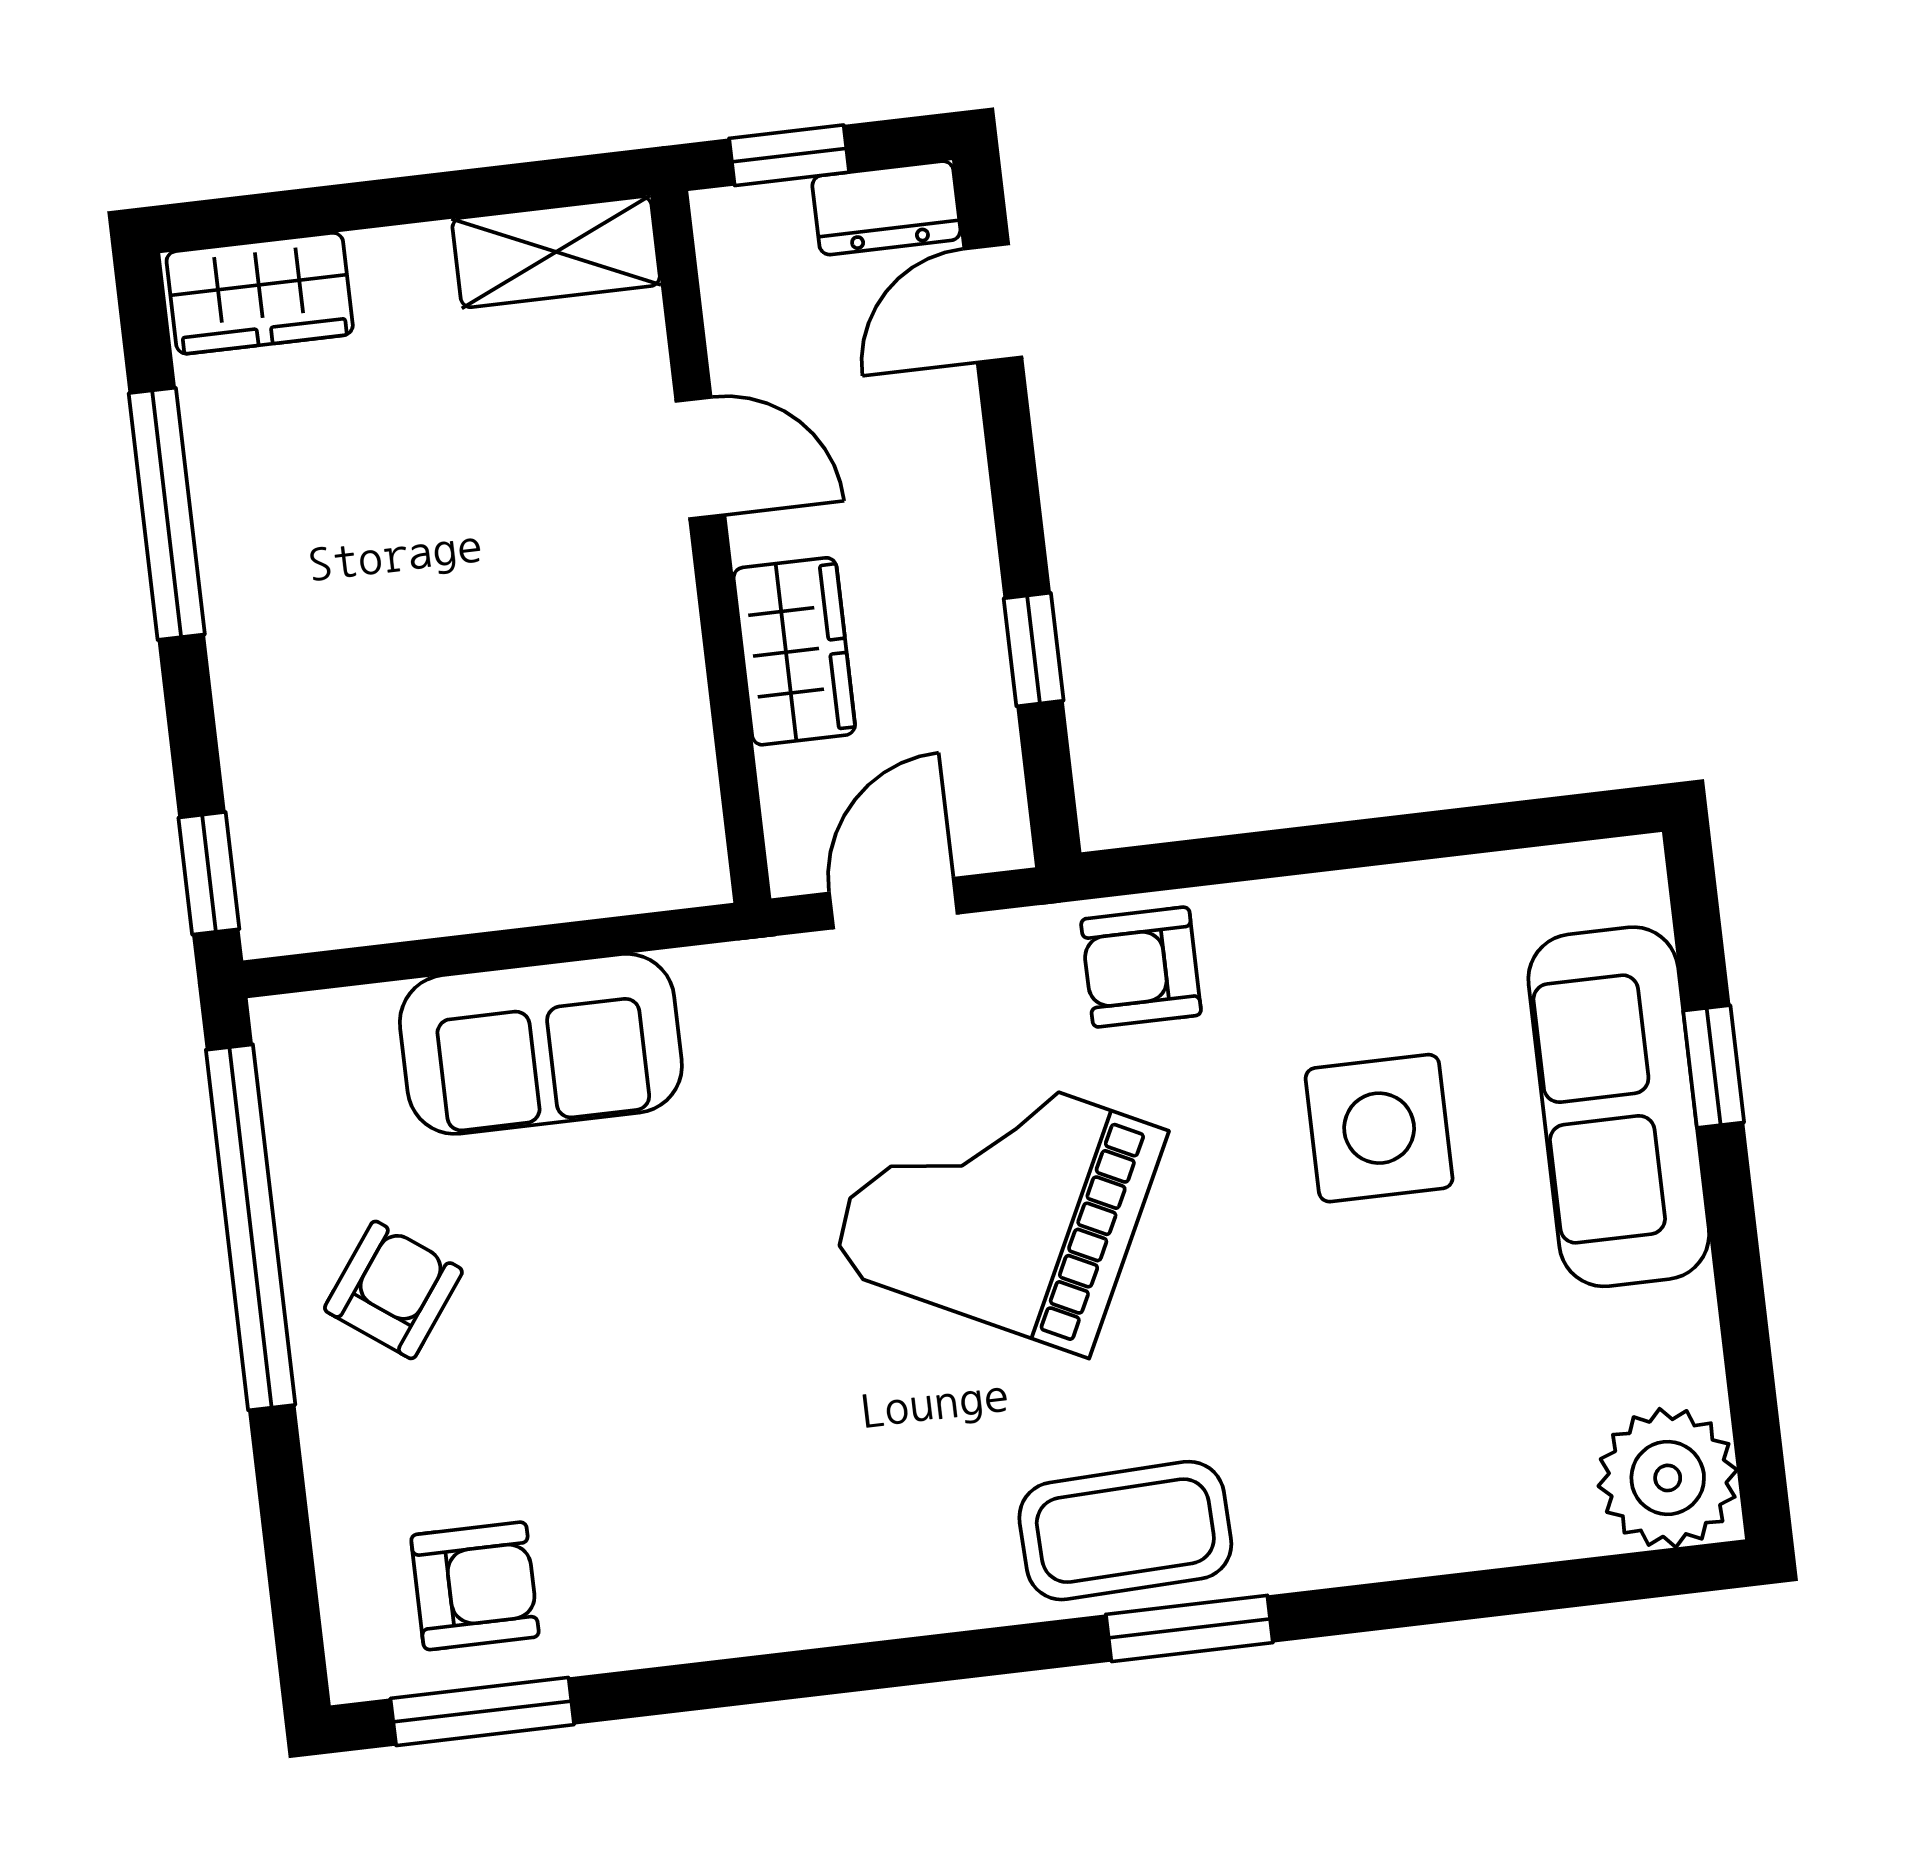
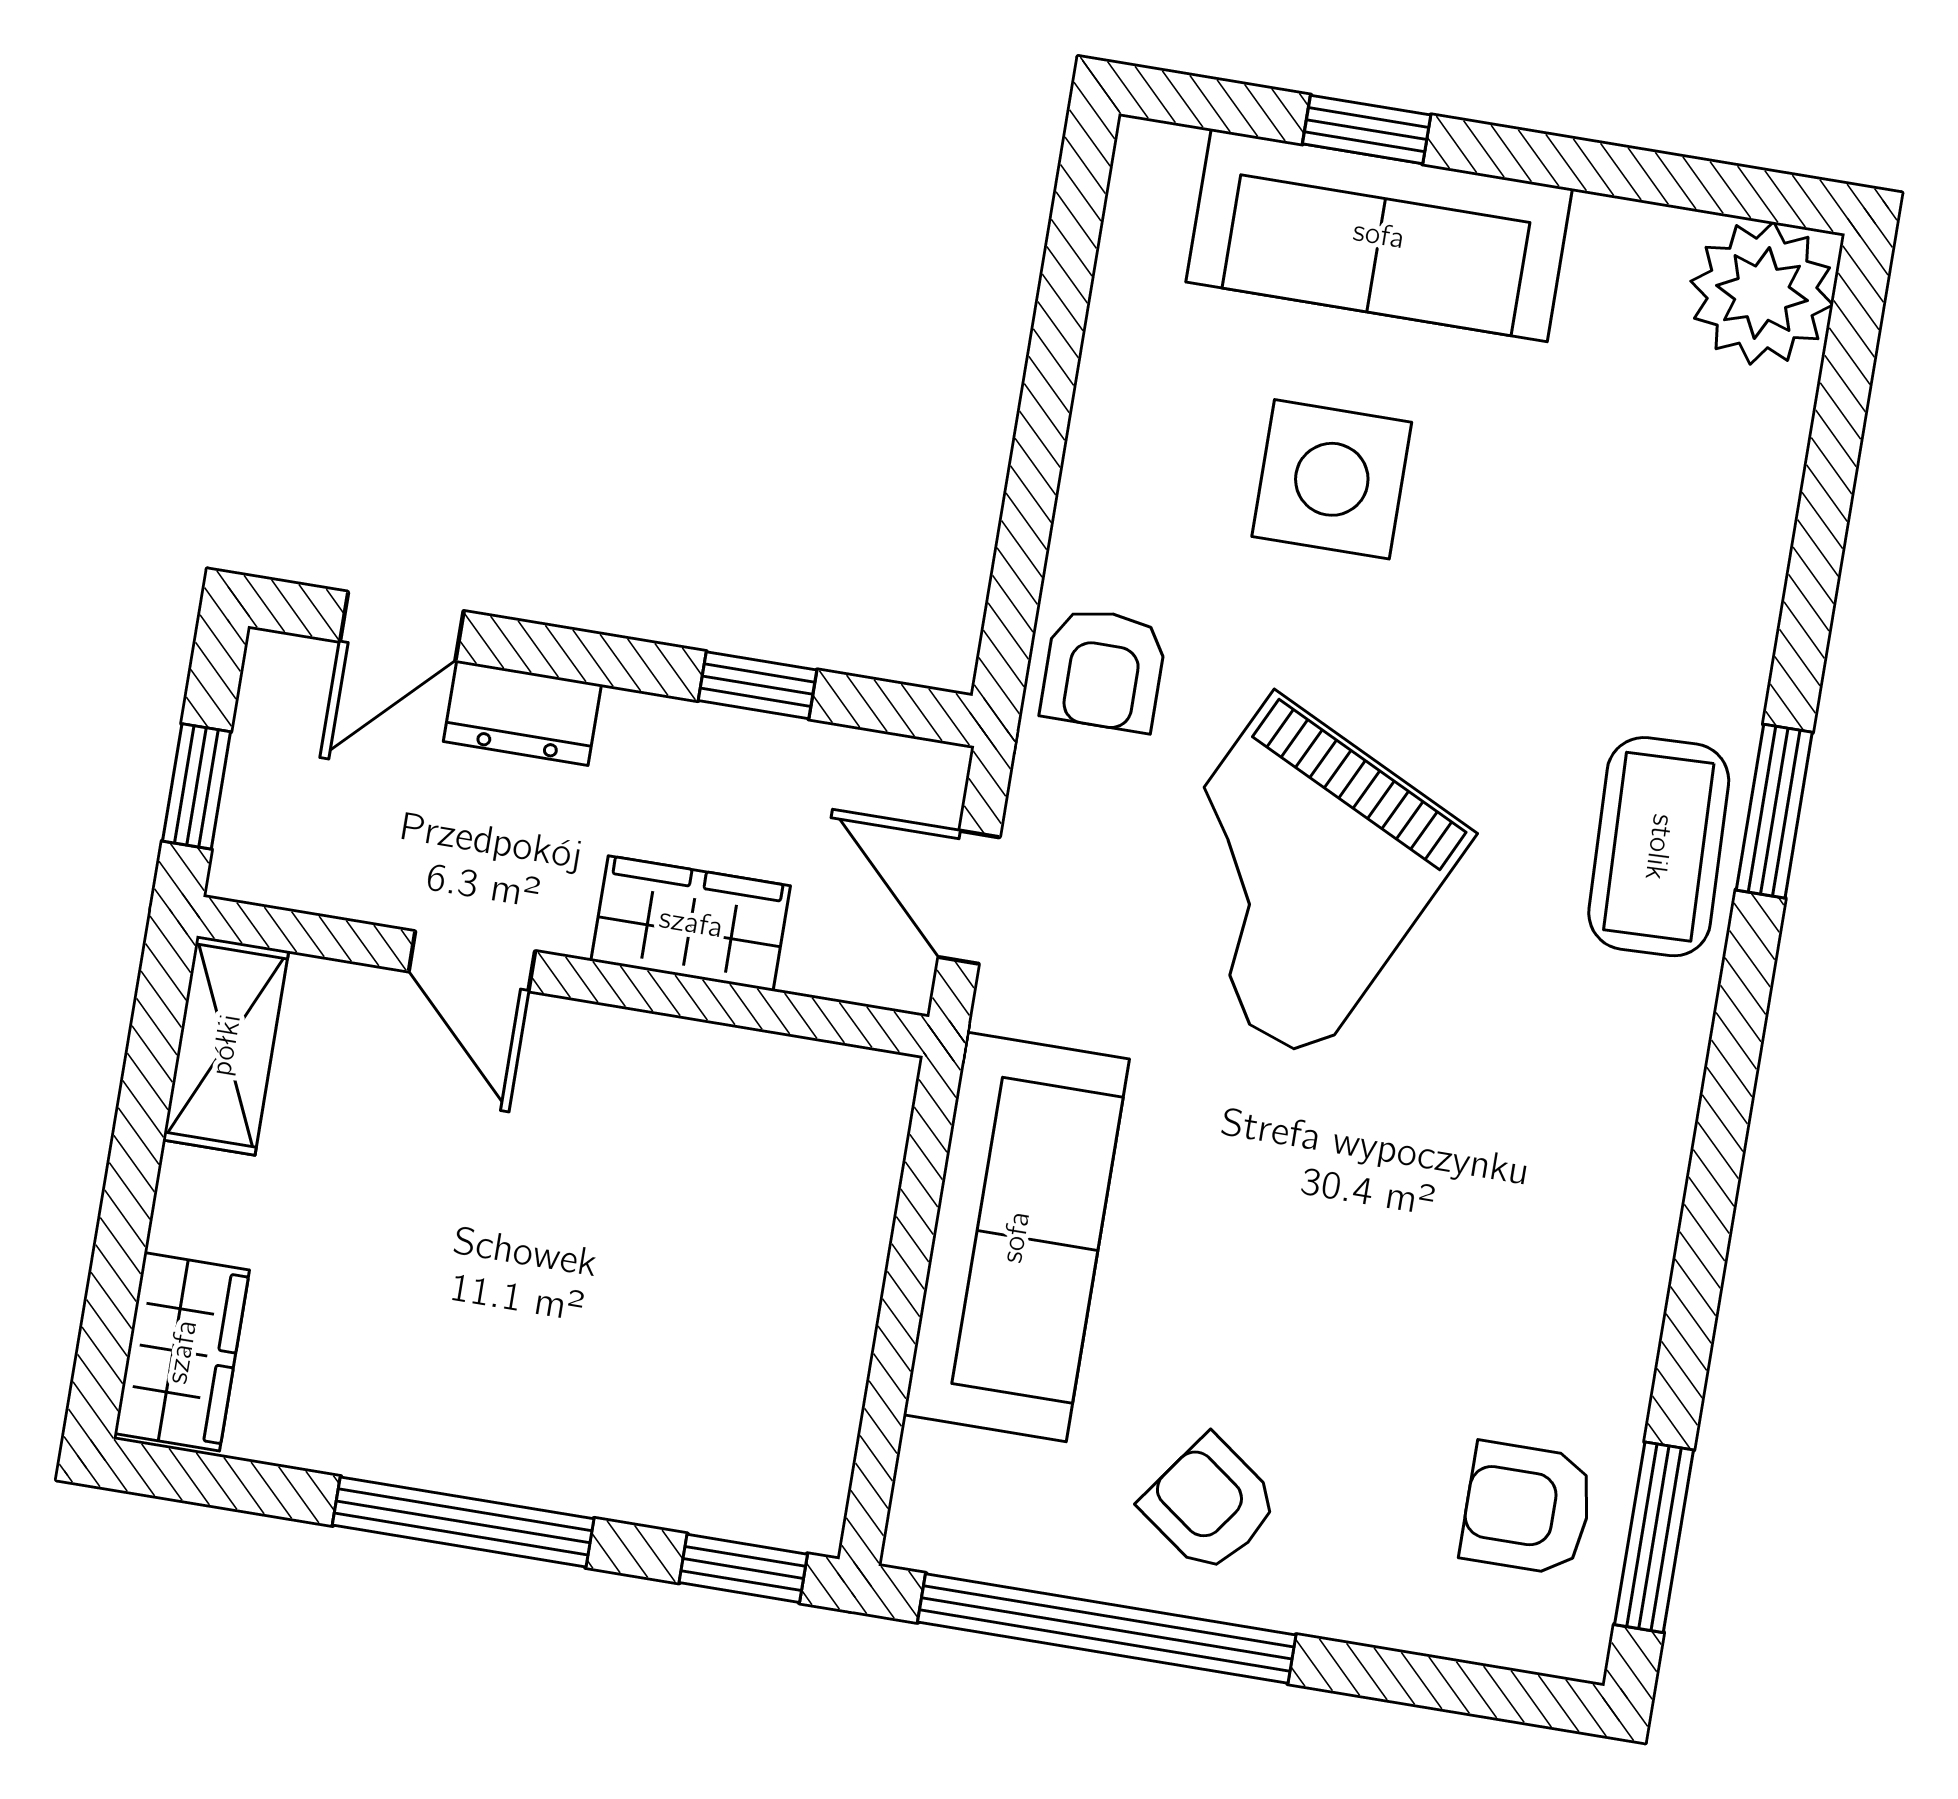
dresser: (886, 208) -> (522, 713), moved, turned 90
door: (993, 303) -> (402, 626), hinge flipped
door: (700, 458) -> (472, 961), swing flipped
window: (167, 514) -> (463, 1522), moved
sofa: (541, 1044) -> (1016, 1237), width x1.36
armchair: (475, 1586) -> (1527, 1508), turned -90

